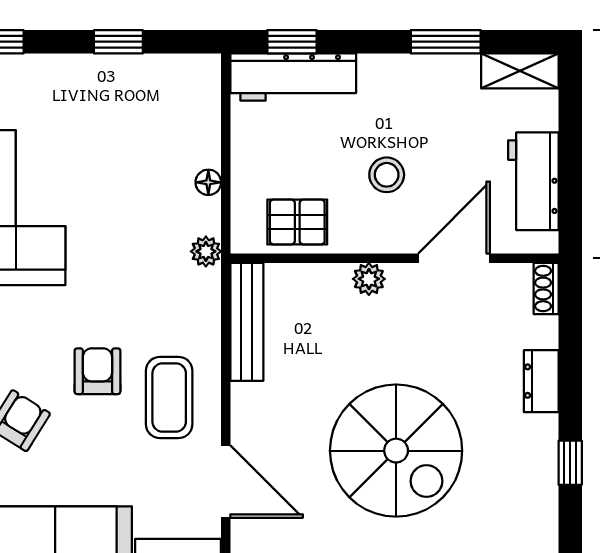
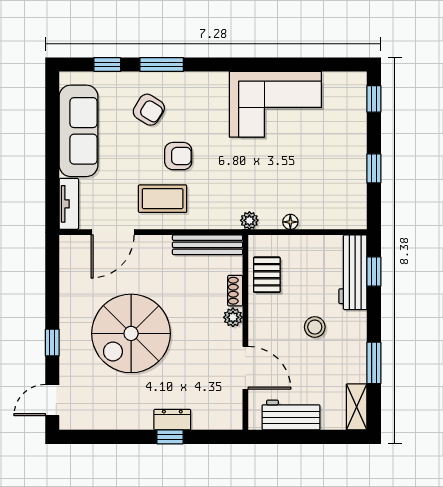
stool: (387, 175) -> (315, 327), moved
shoe rack: (546, 289) -> (235, 291), moved, turned -90
window: (570, 463) -> (170, 437), moved

